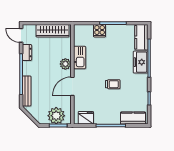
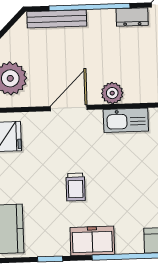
freezer: (141, 62) -> (92, 241), moved
door: (72, 86) -> (69, 108), hinge flipped

